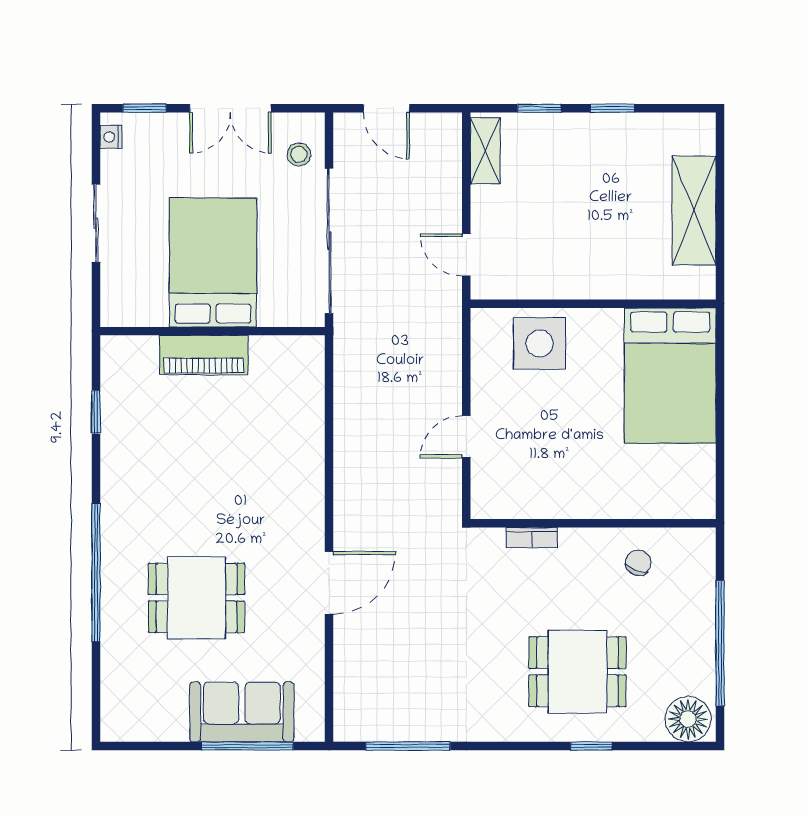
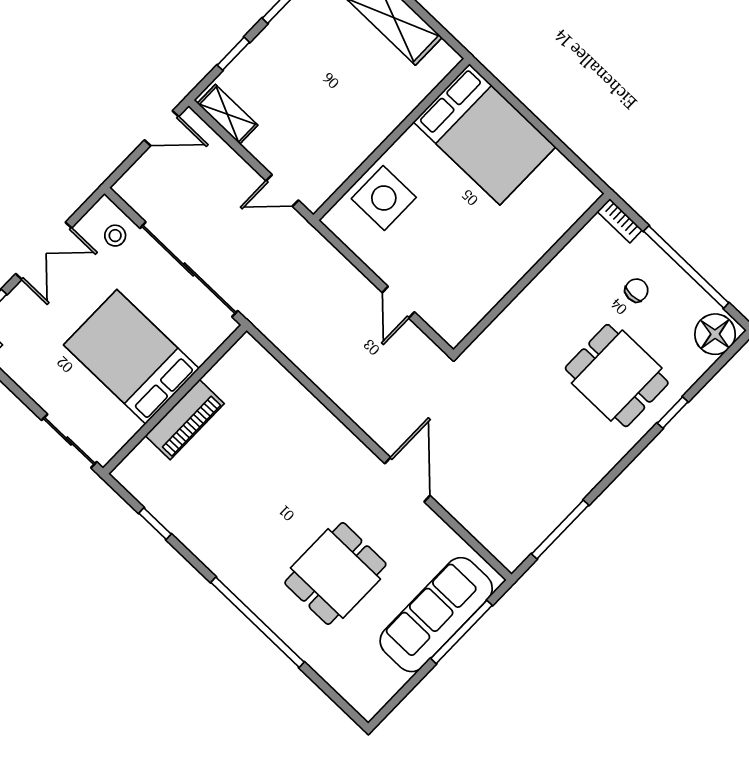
door: (386, 108) -> (162, 128), moved
sliding door: (96, 223) -> (69, 441), moved
bookcase: (532, 538) -> (620, 221), moved, turned 90
chair: (638, 563) -> (636, 290), moved, turned 70
dining table: (577, 672) -> (617, 376), turned 90
sofa: (242, 712) -> (436, 615), width x1.36

